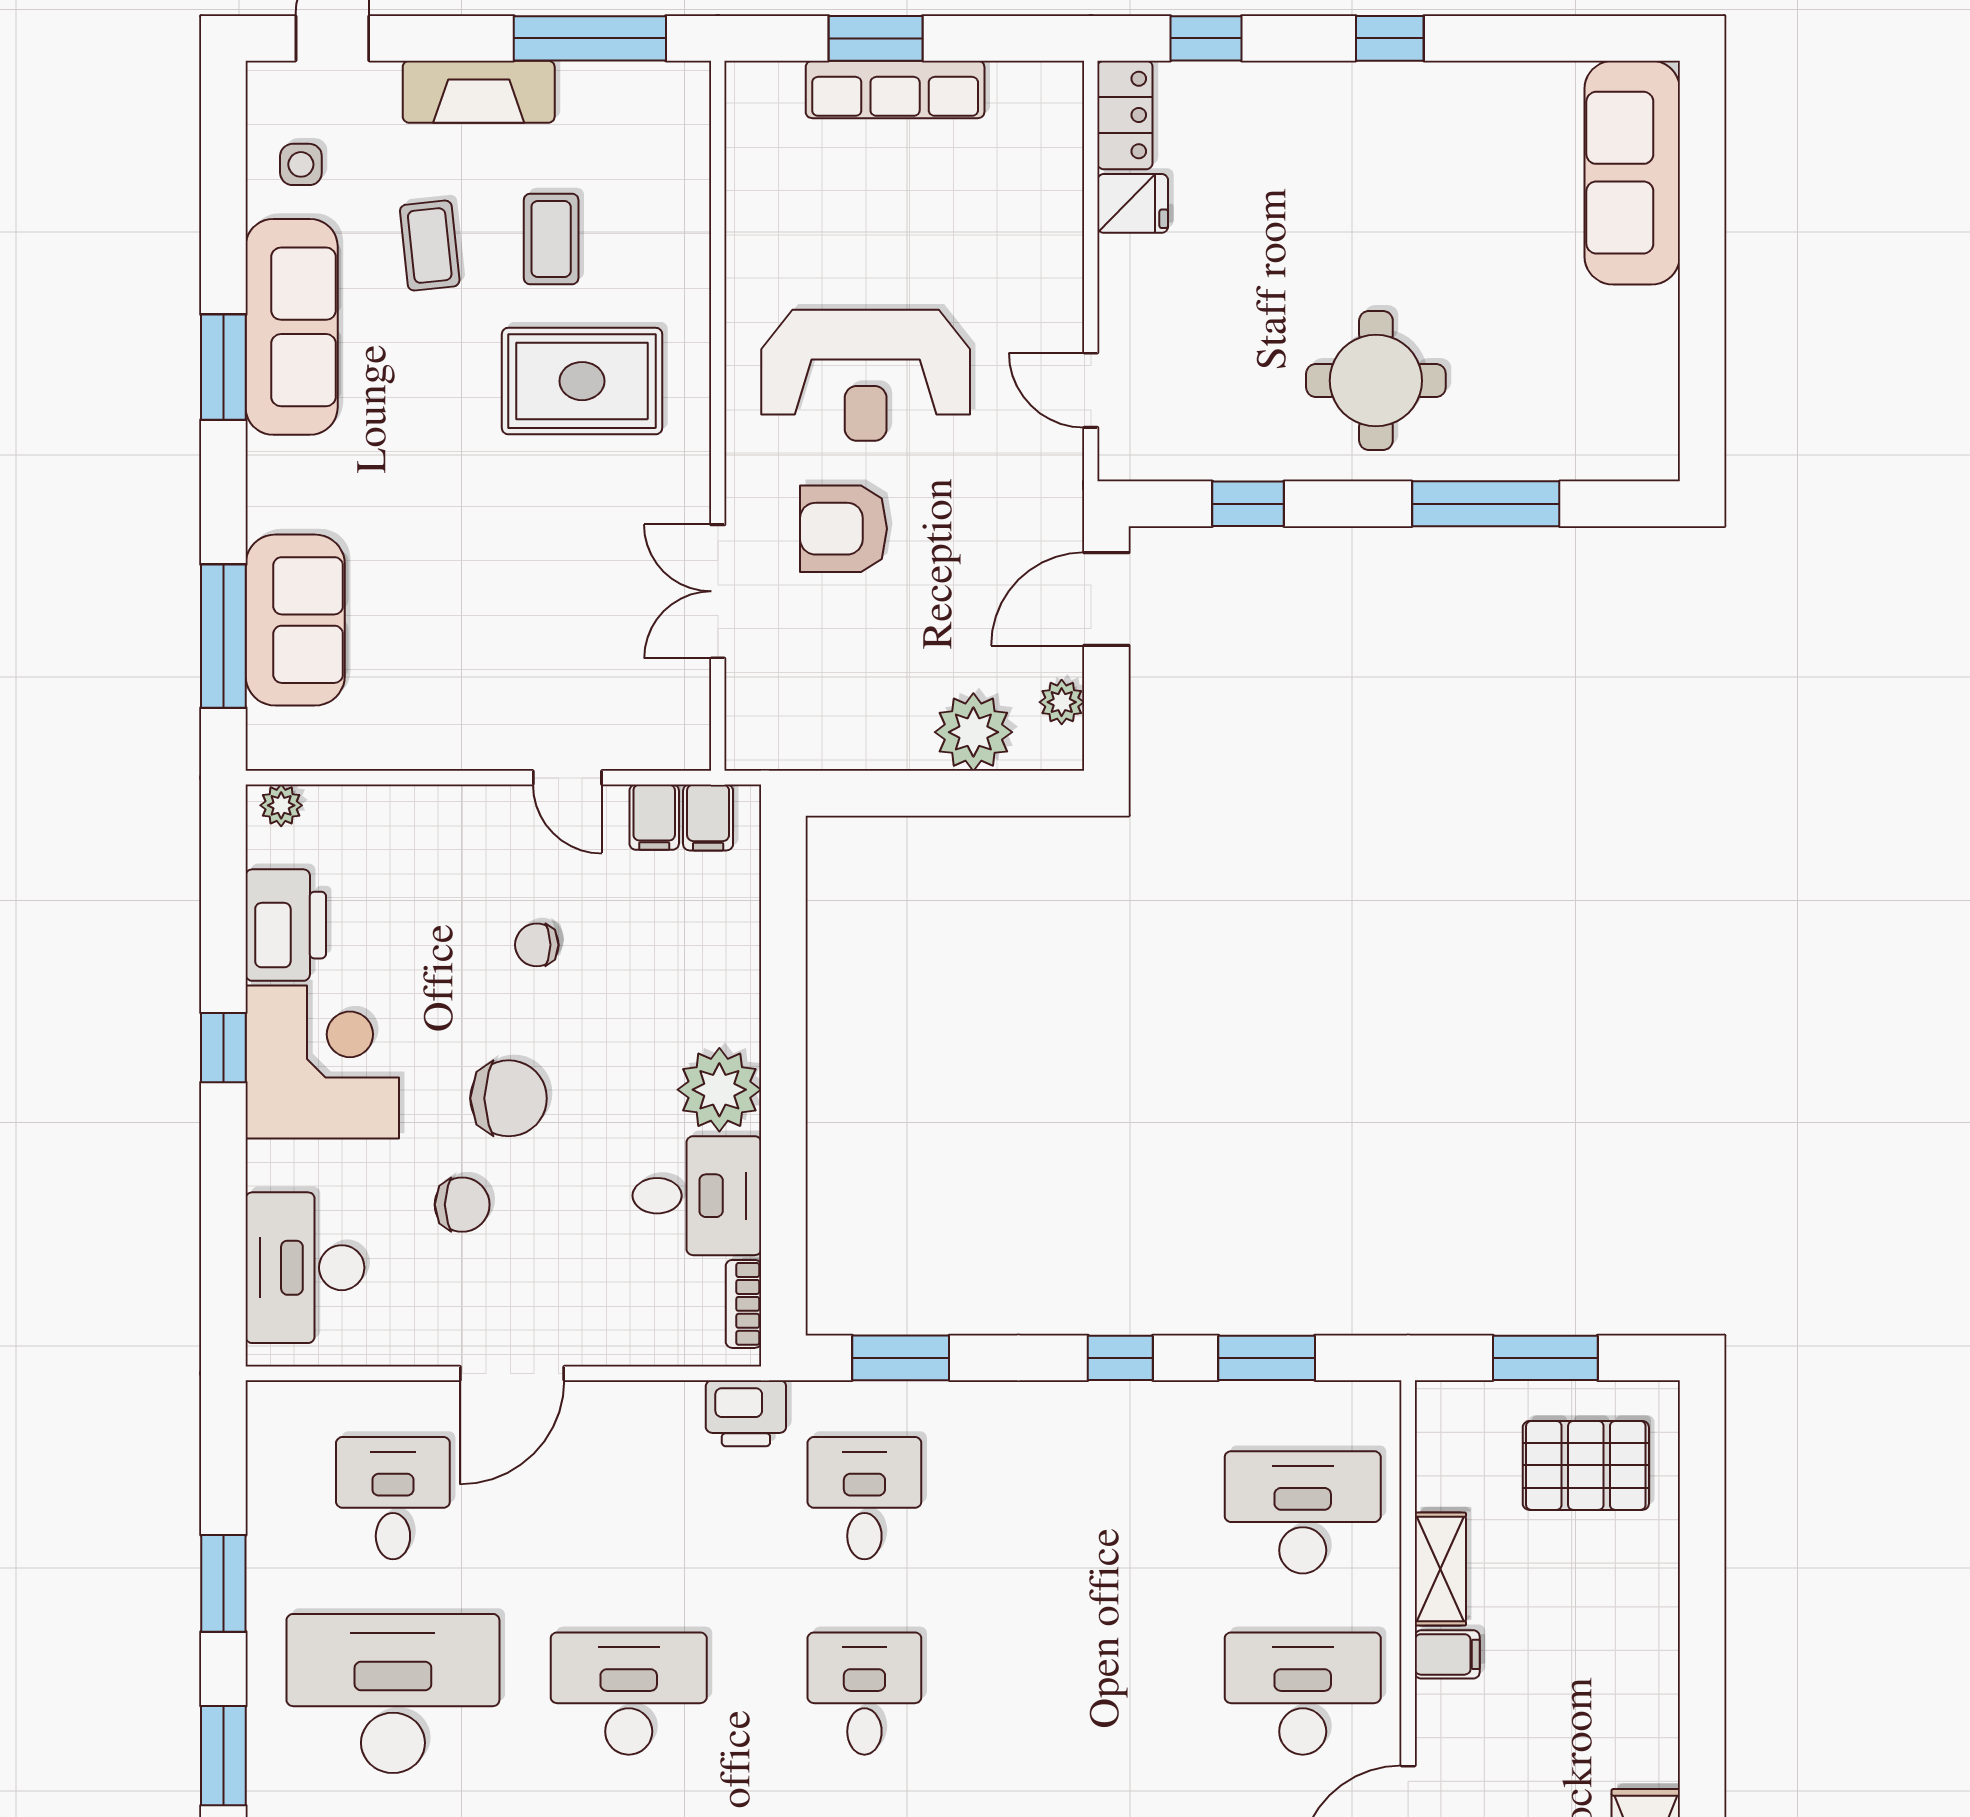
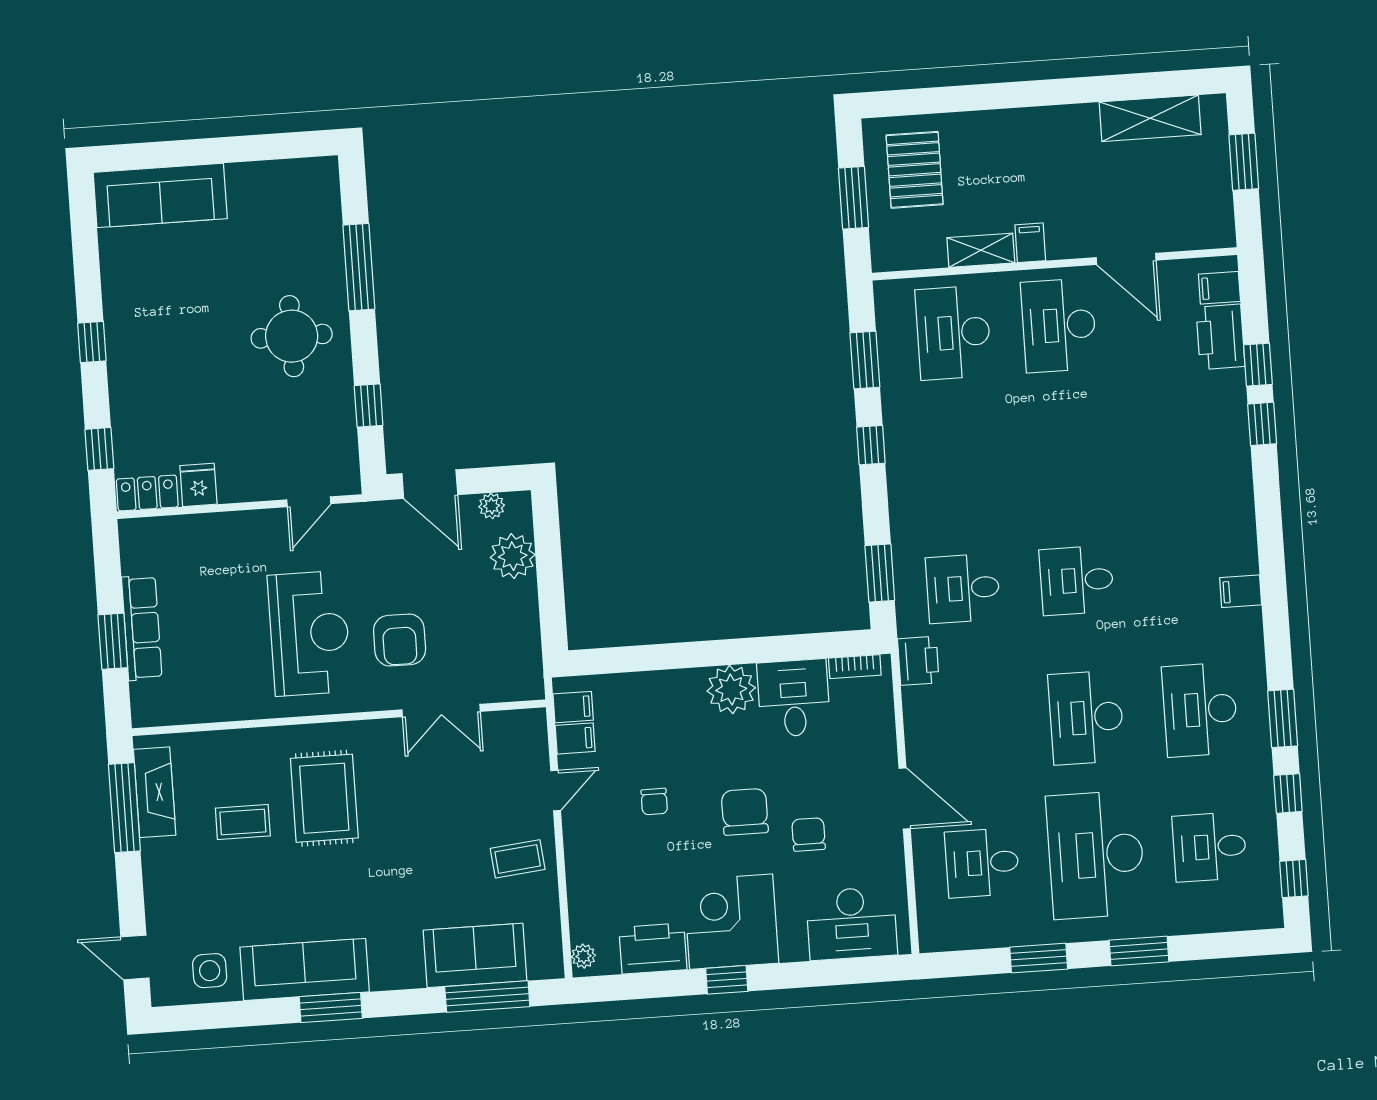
fireplace: (479, 92) -> (155, 792), moved
side table: (301, 164) -> (210, 971), width x1.37, depth x1.37
coffee table: (430, 246) -> (518, 859), moved

